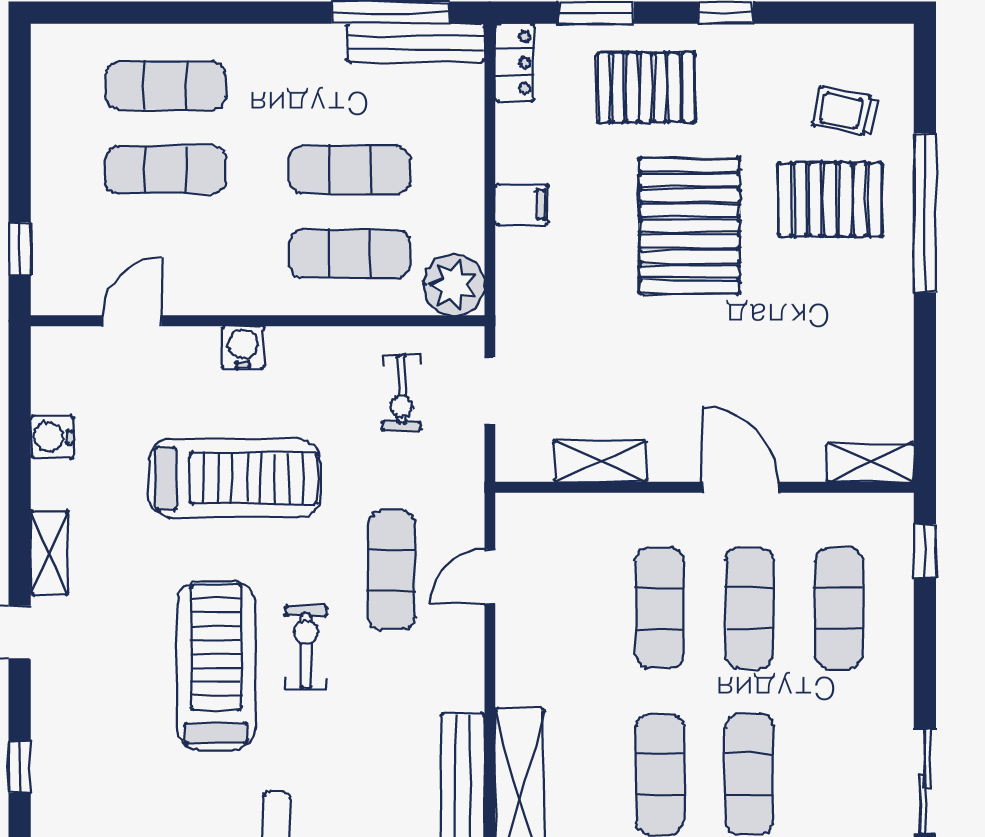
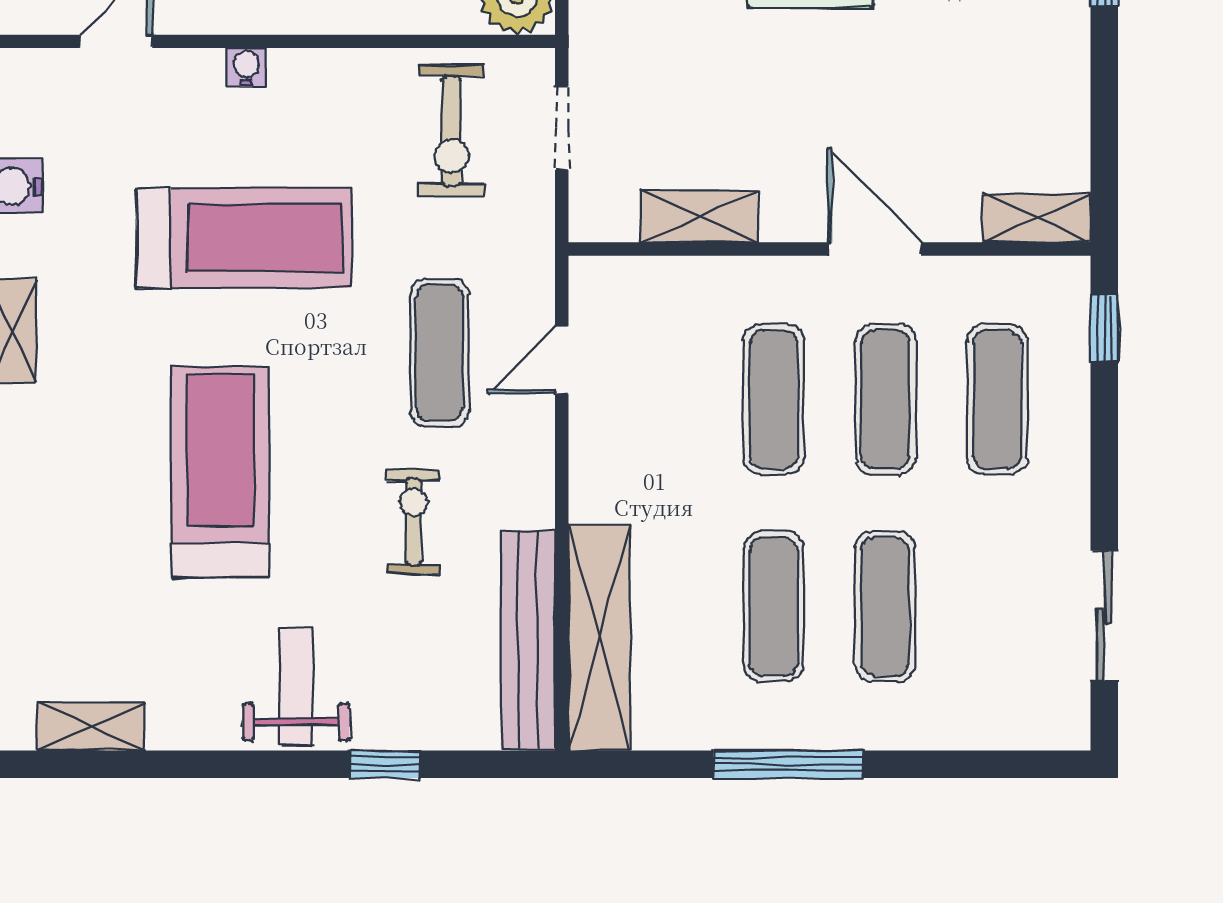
water cooler: (243, 347) -> (246, 67), width x0.72, depth x0.72
exercise bike: (401, 393) -> (451, 131), width x1.38, depth x1.39
exercise bike: (306, 647) -> (413, 522), moved

